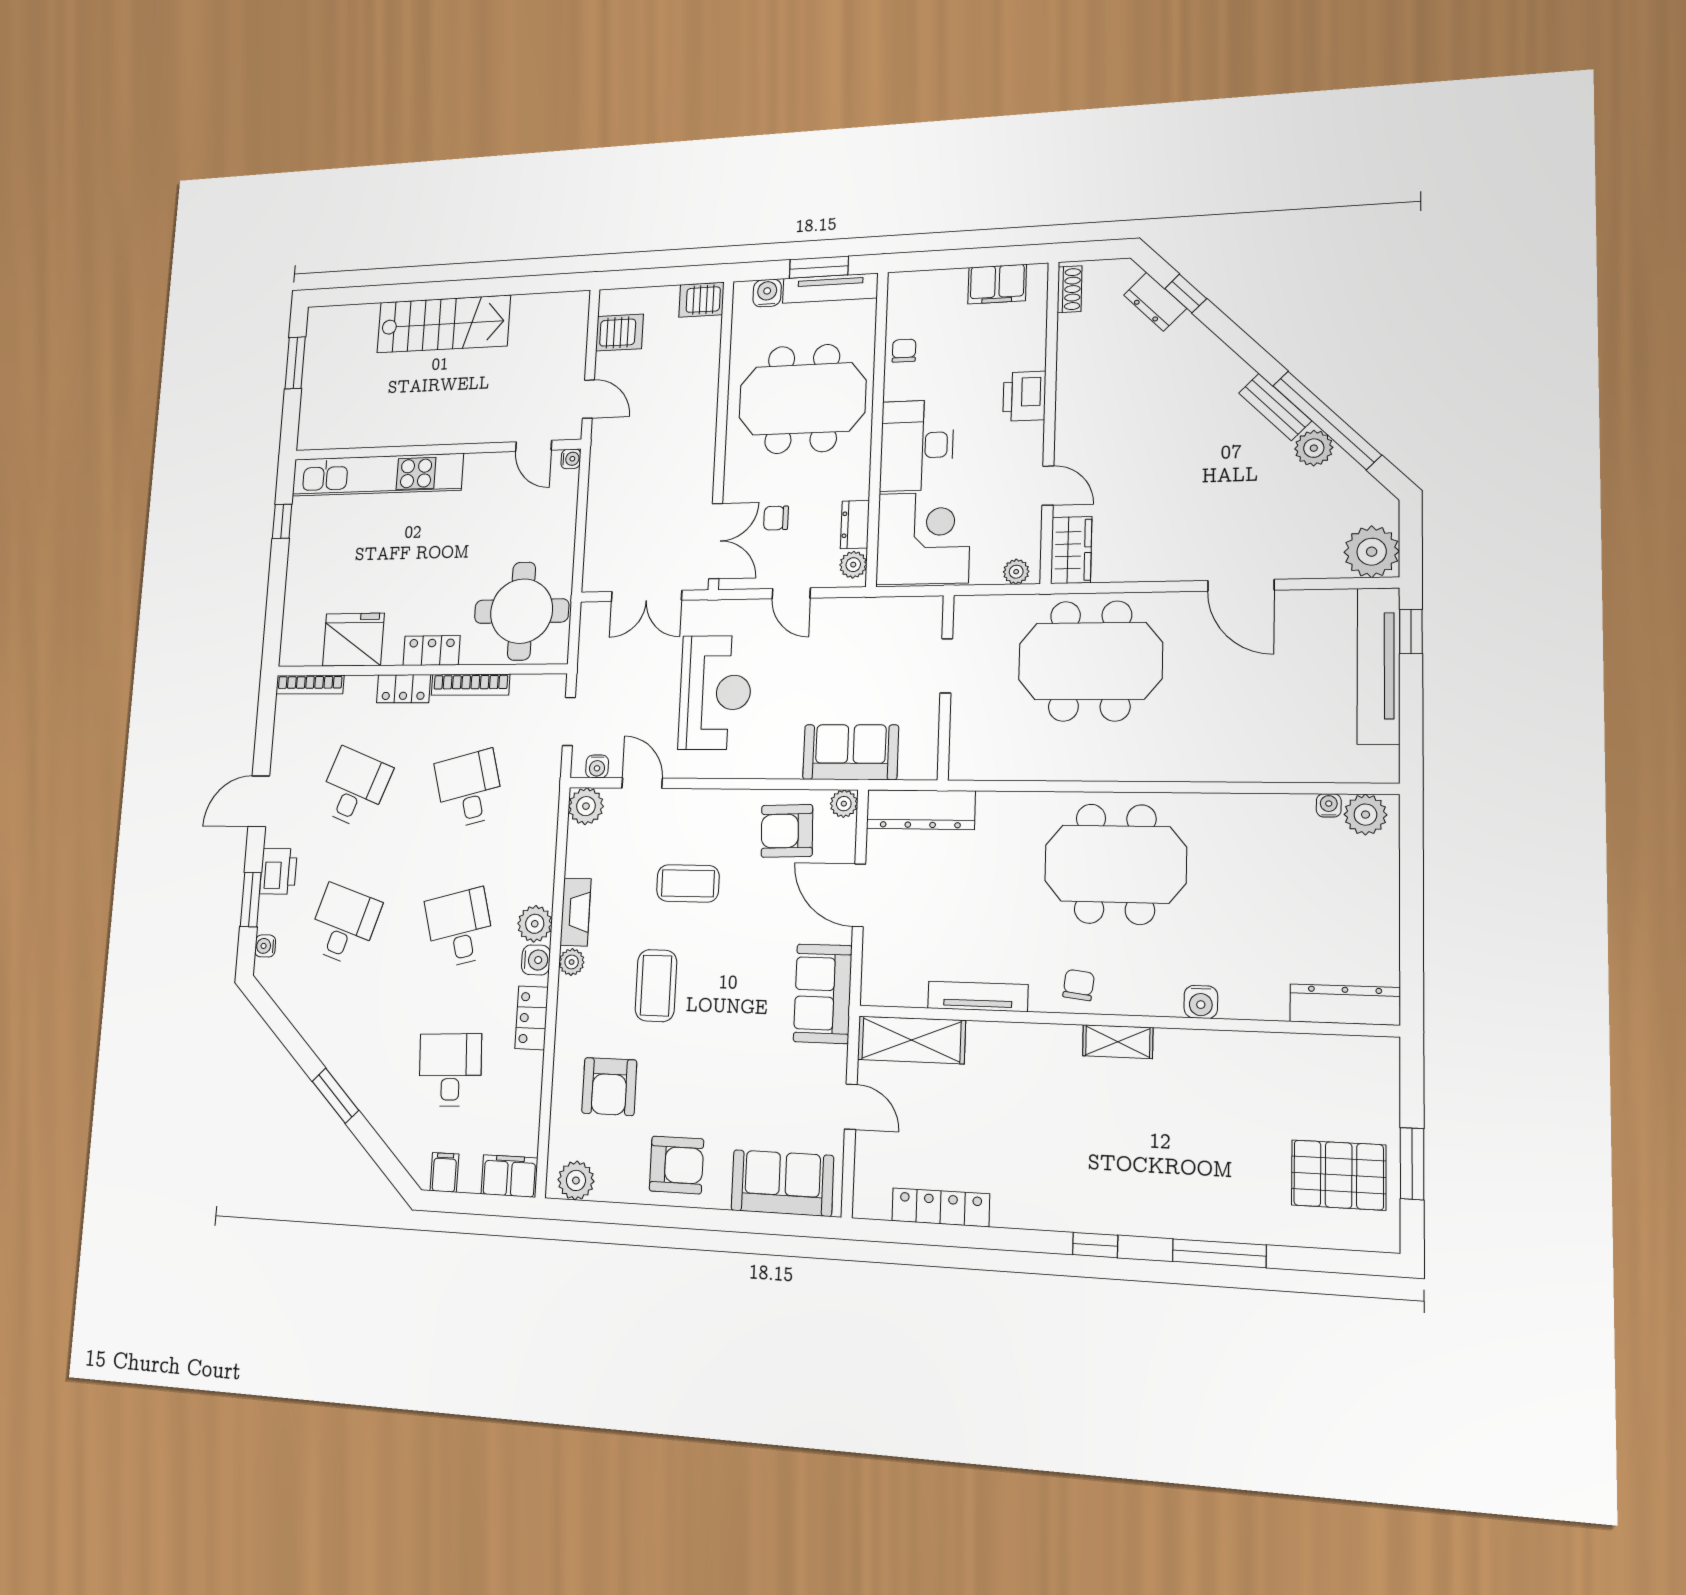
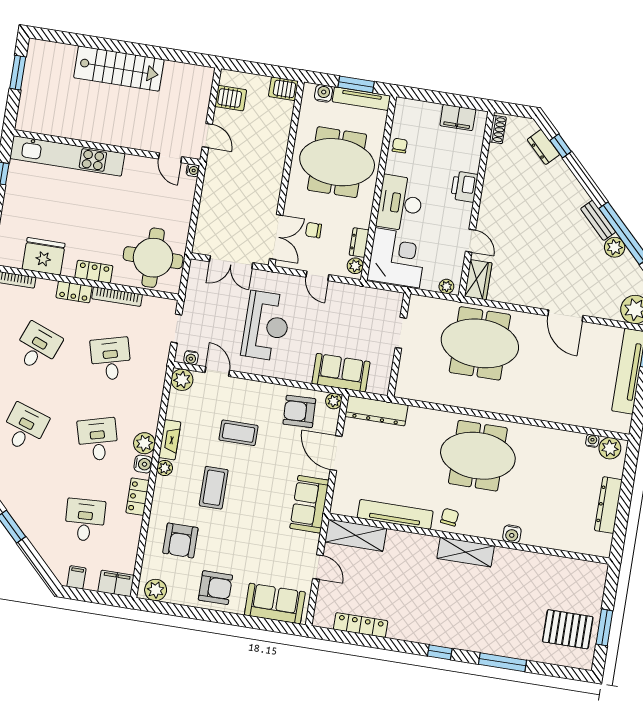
tv unit: (978, 996) -> (395, 514), width x1.36, depth x1.29
dresser: (1345, 1005) -> (608, 505), moved, turned -90
shelving: (1118, 1042) -> (466, 552), width x1.50, depth x1.33

